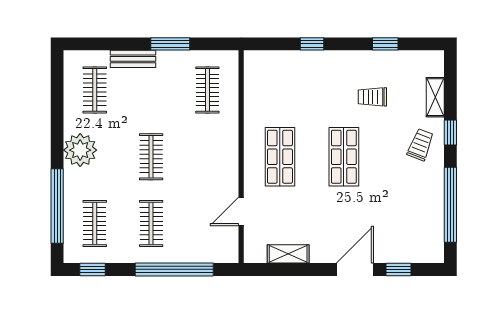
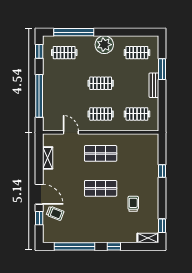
window: (170, 44) -> (162, 69), moved
window: (385, 44) -> (162, 226), moved
bench: (133, 59) -> (154, 85), moved
shelving: (435, 97) -> (148, 238), moved
trolley: (420, 145) -> (55, 213), moved
clothes rail: (151, 223) -> (101, 114), moved

